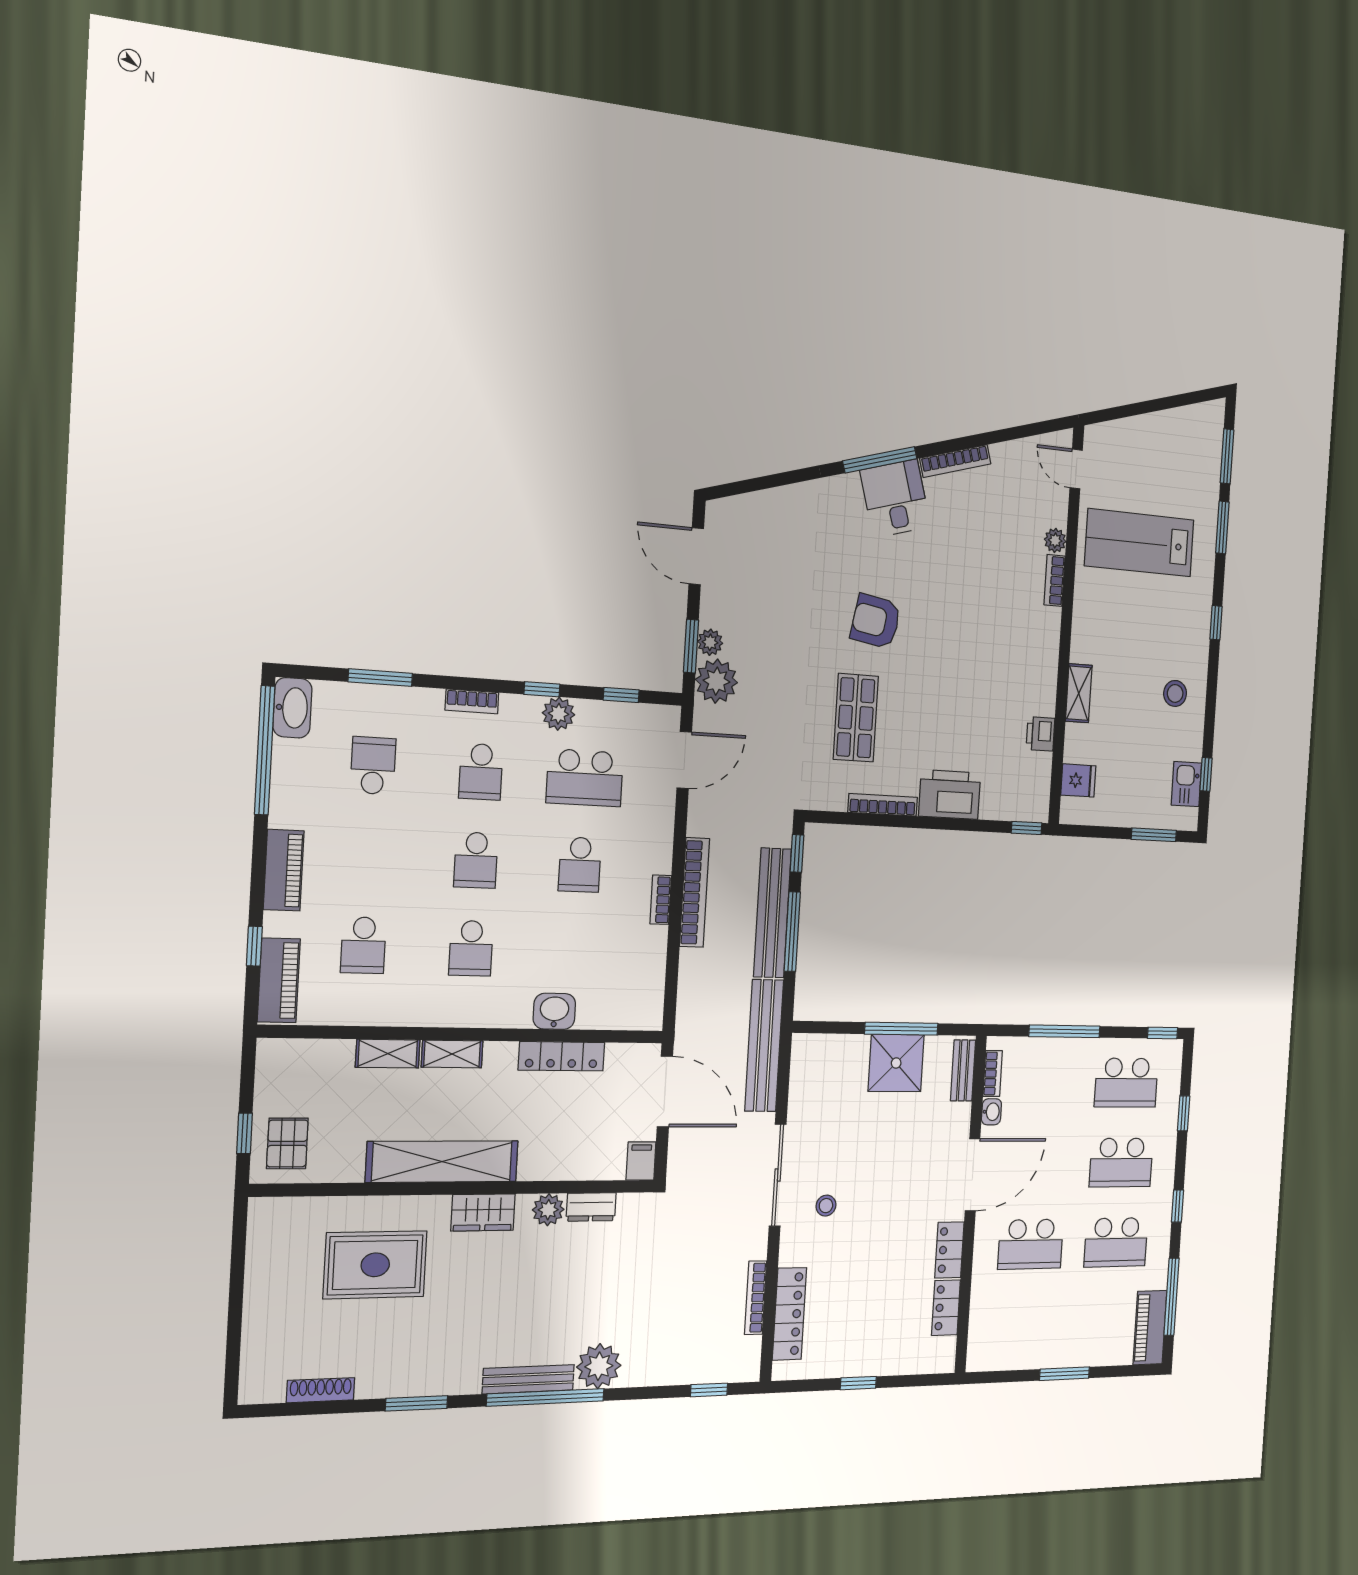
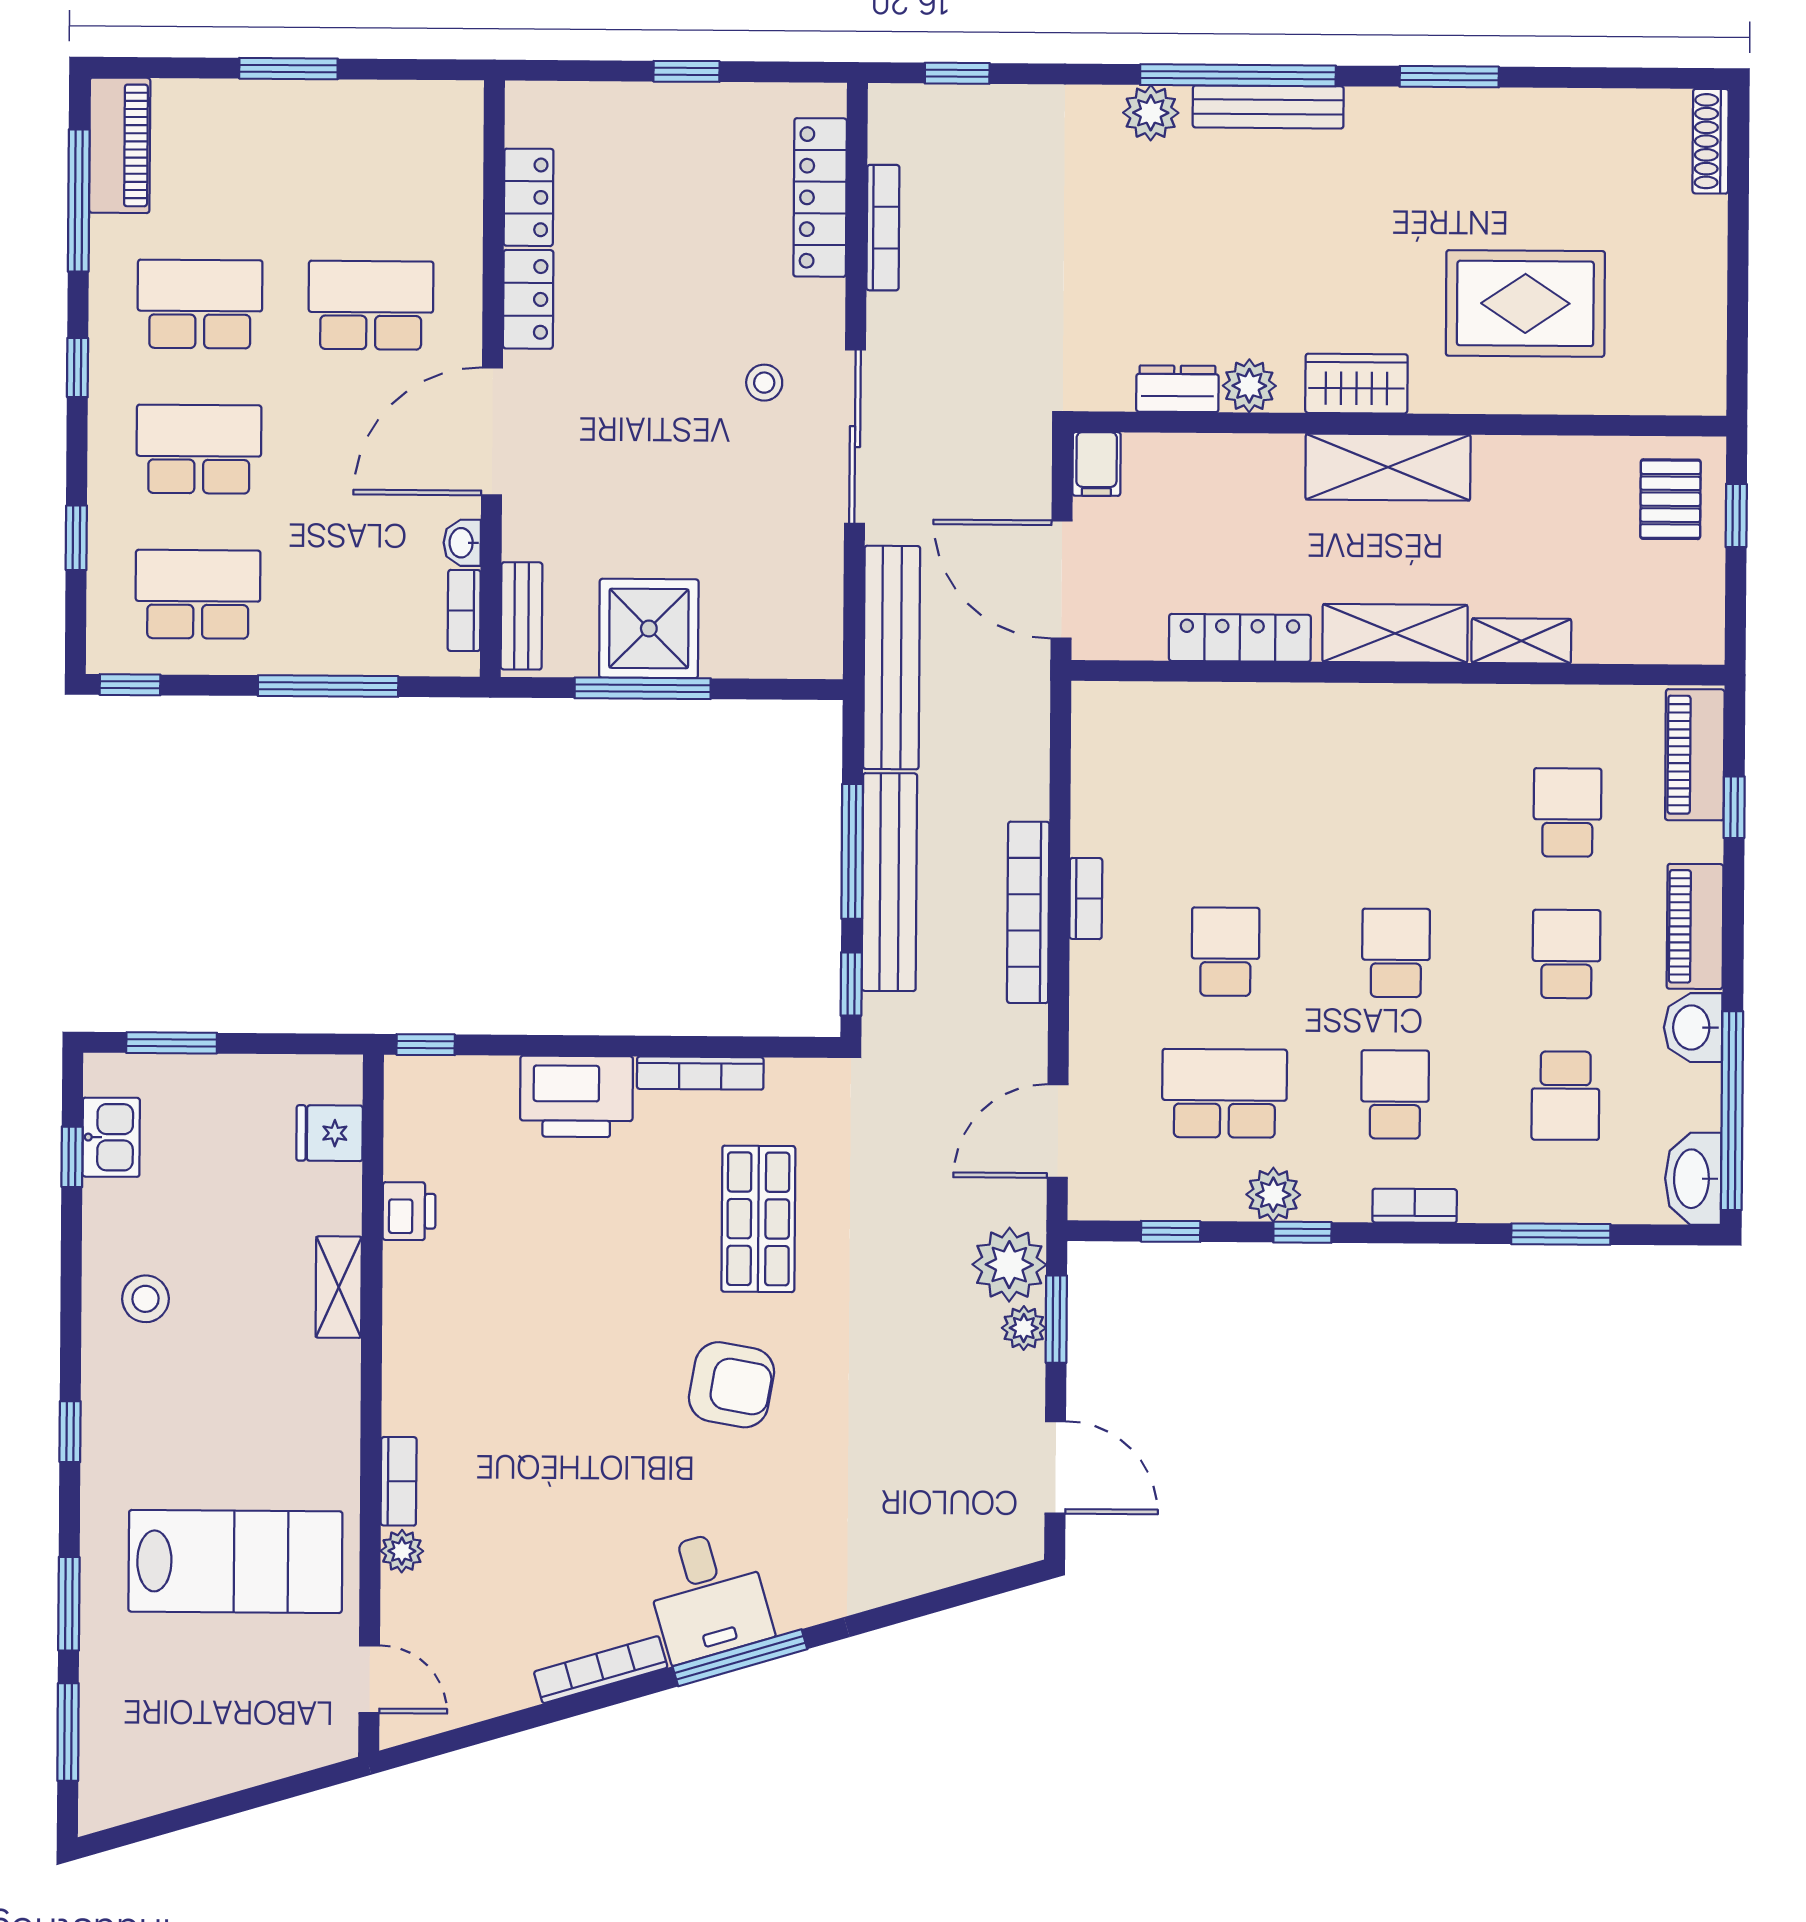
school desk: (471, 948) -> (1566, 954), moved
washbasin: (554, 1011) -> (1693, 1027), moved, turned 90
shelving: (452, 1054) -> (1395, 633), width x1.50, depth x1.33
shelving: (442, 1162) -> (1388, 467), width x0.68
plant: (599, 1366) -> (1151, 113), width x0.73, depth x0.73
shoe rack: (321, 1390) -> (1711, 141), moved, turned 90

